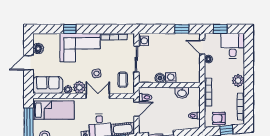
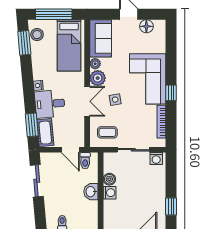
window: (70, 29) -> (171, 93), moved
washbasin: (182, 93) -> (91, 192), moved

